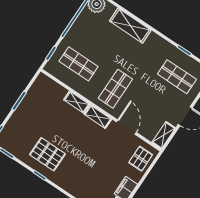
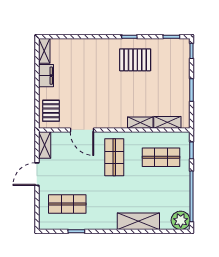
shelving: (98, 117) -> (167, 122), moved

